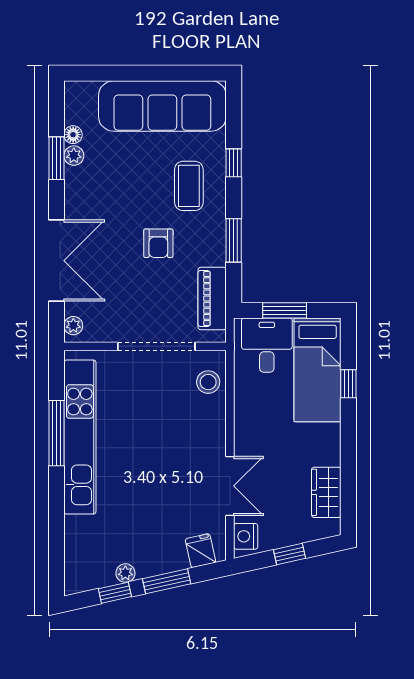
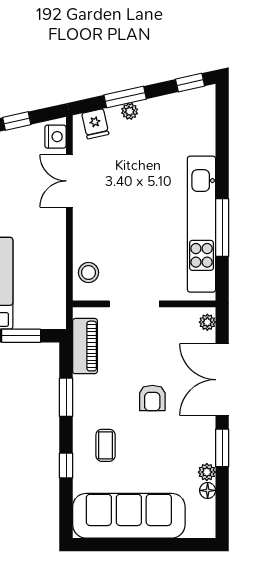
window: (56, 158) -> (222, 448), moved
coffee table: (189, 186) -> (106, 445), width x0.73, depth x0.77
armchair: (158, 243) -> (152, 398), moved, turned 180
desk: (267, 345) -> (37, 305), removed
doorway: (156, 346) -> (134, 304), width x0.73
plant: (125, 573) -> (130, 111), moved
window: (115, 593) -> (190, 83), moved

